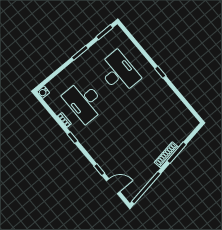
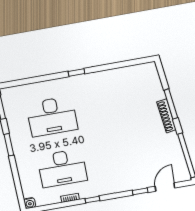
desk: (119, 72) -> (52, 117), turned 180

